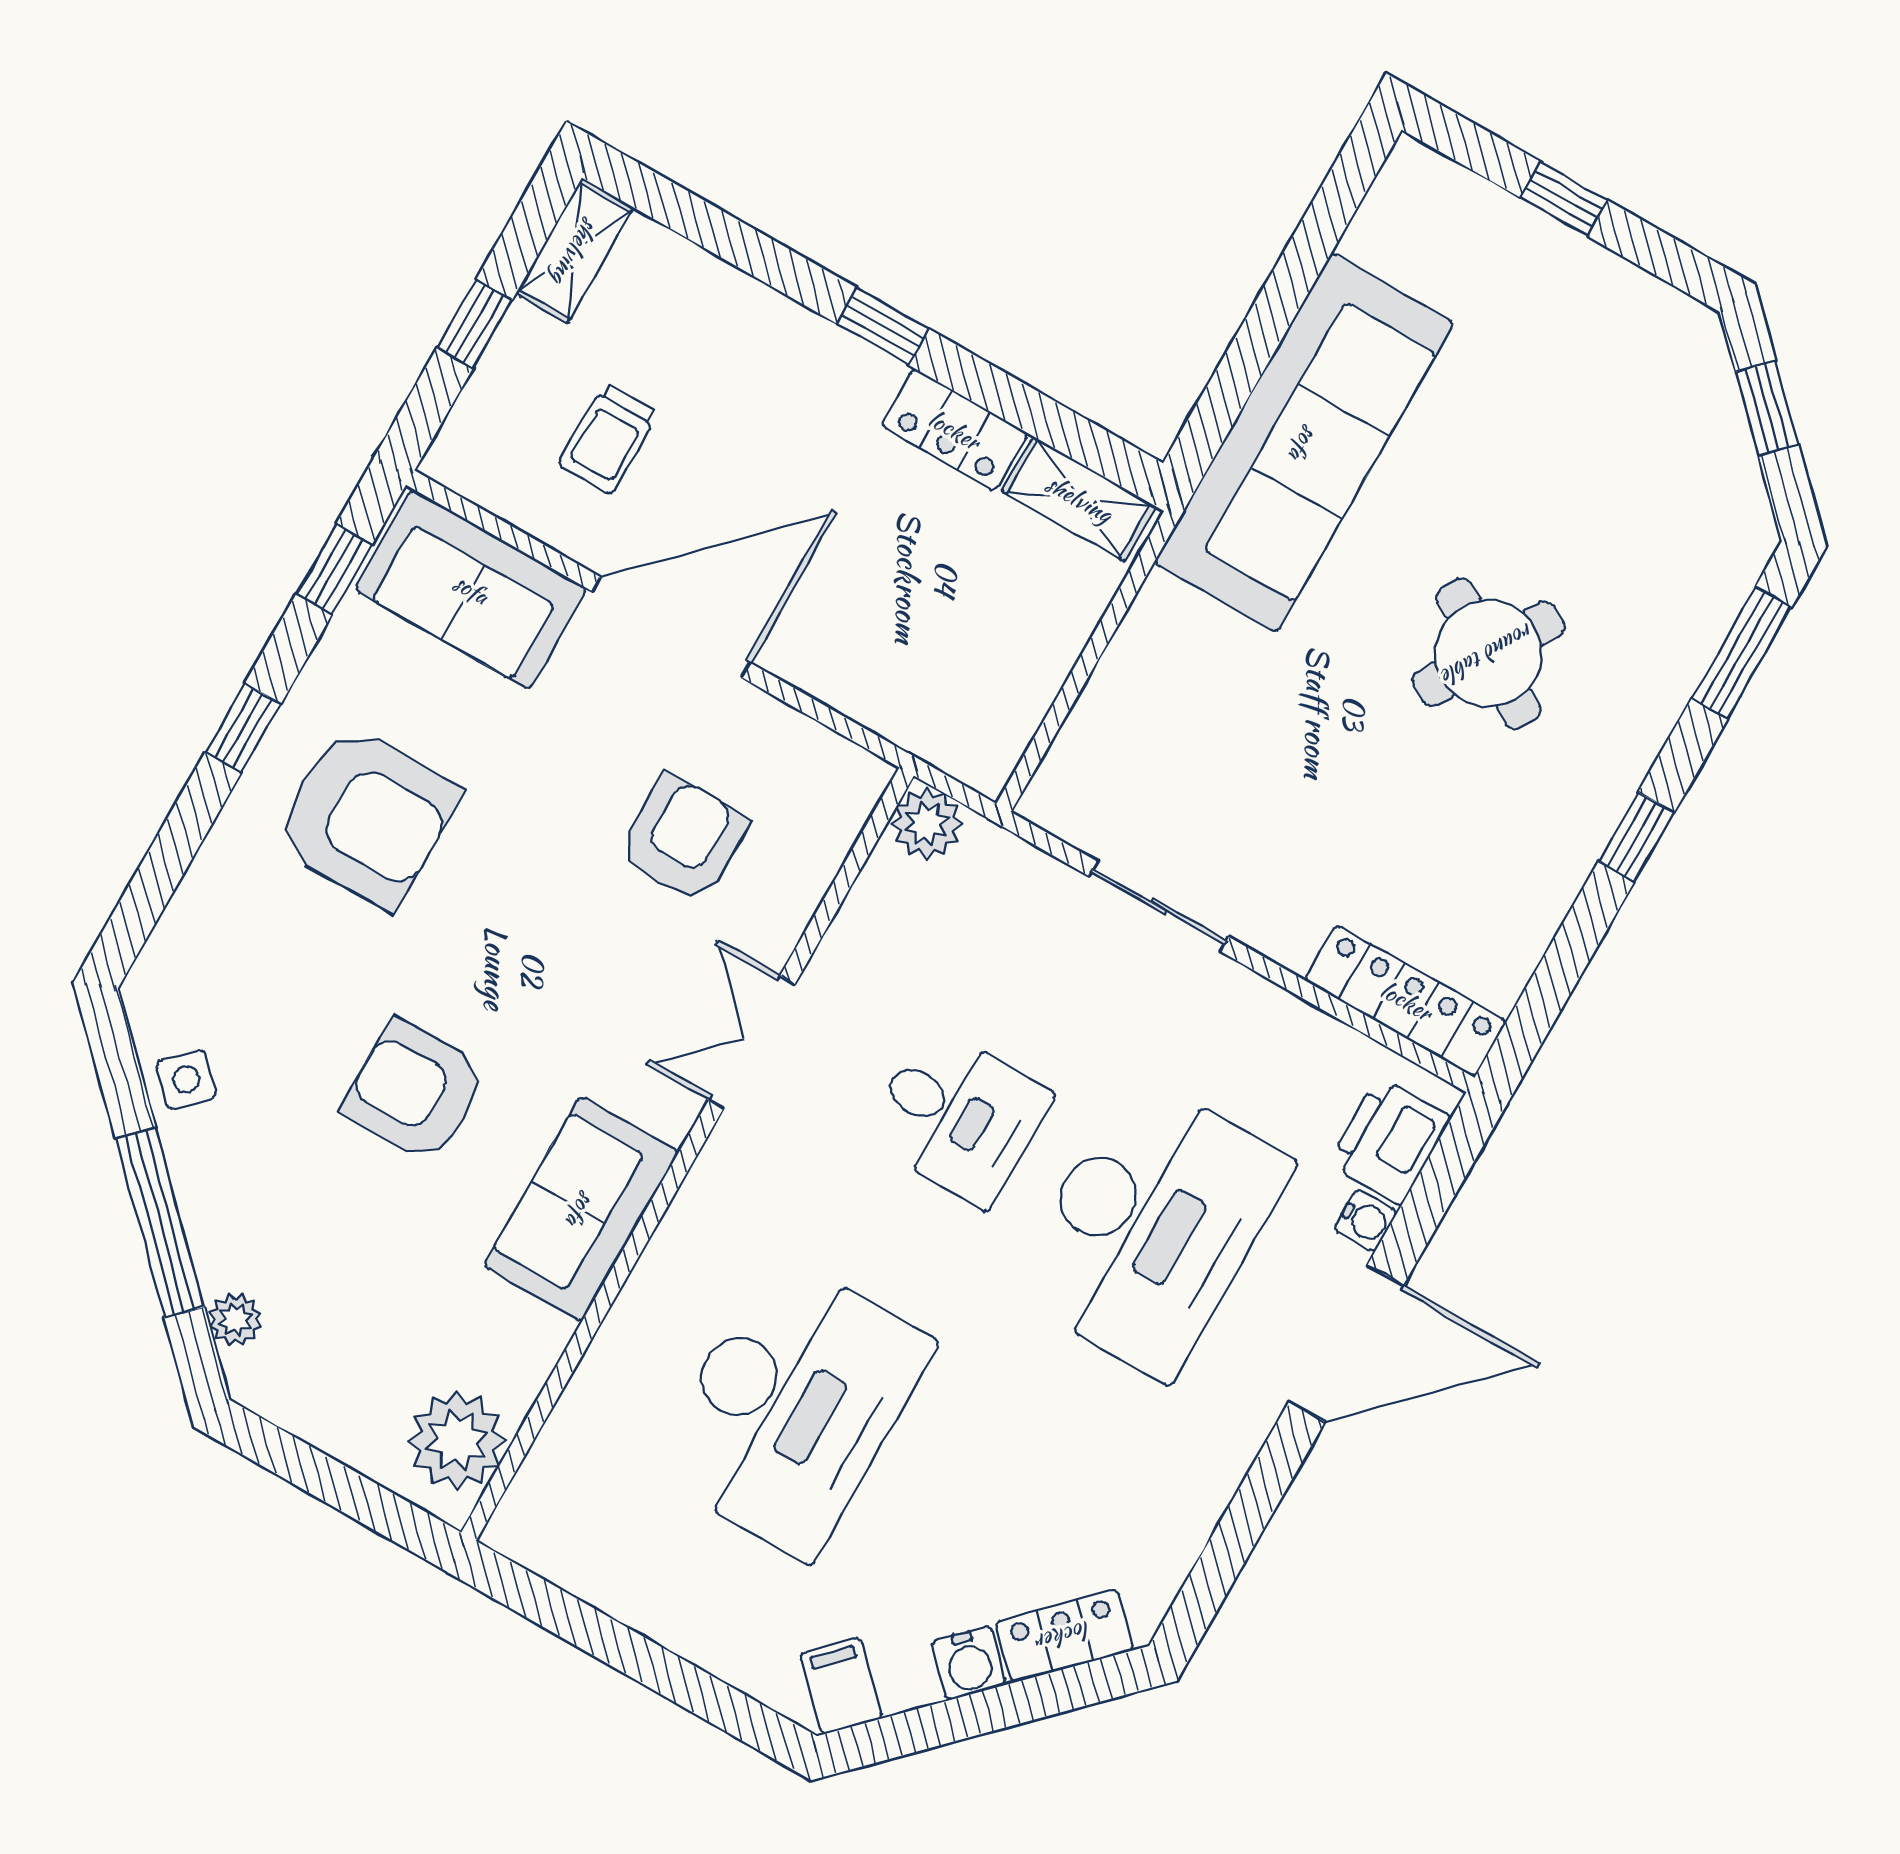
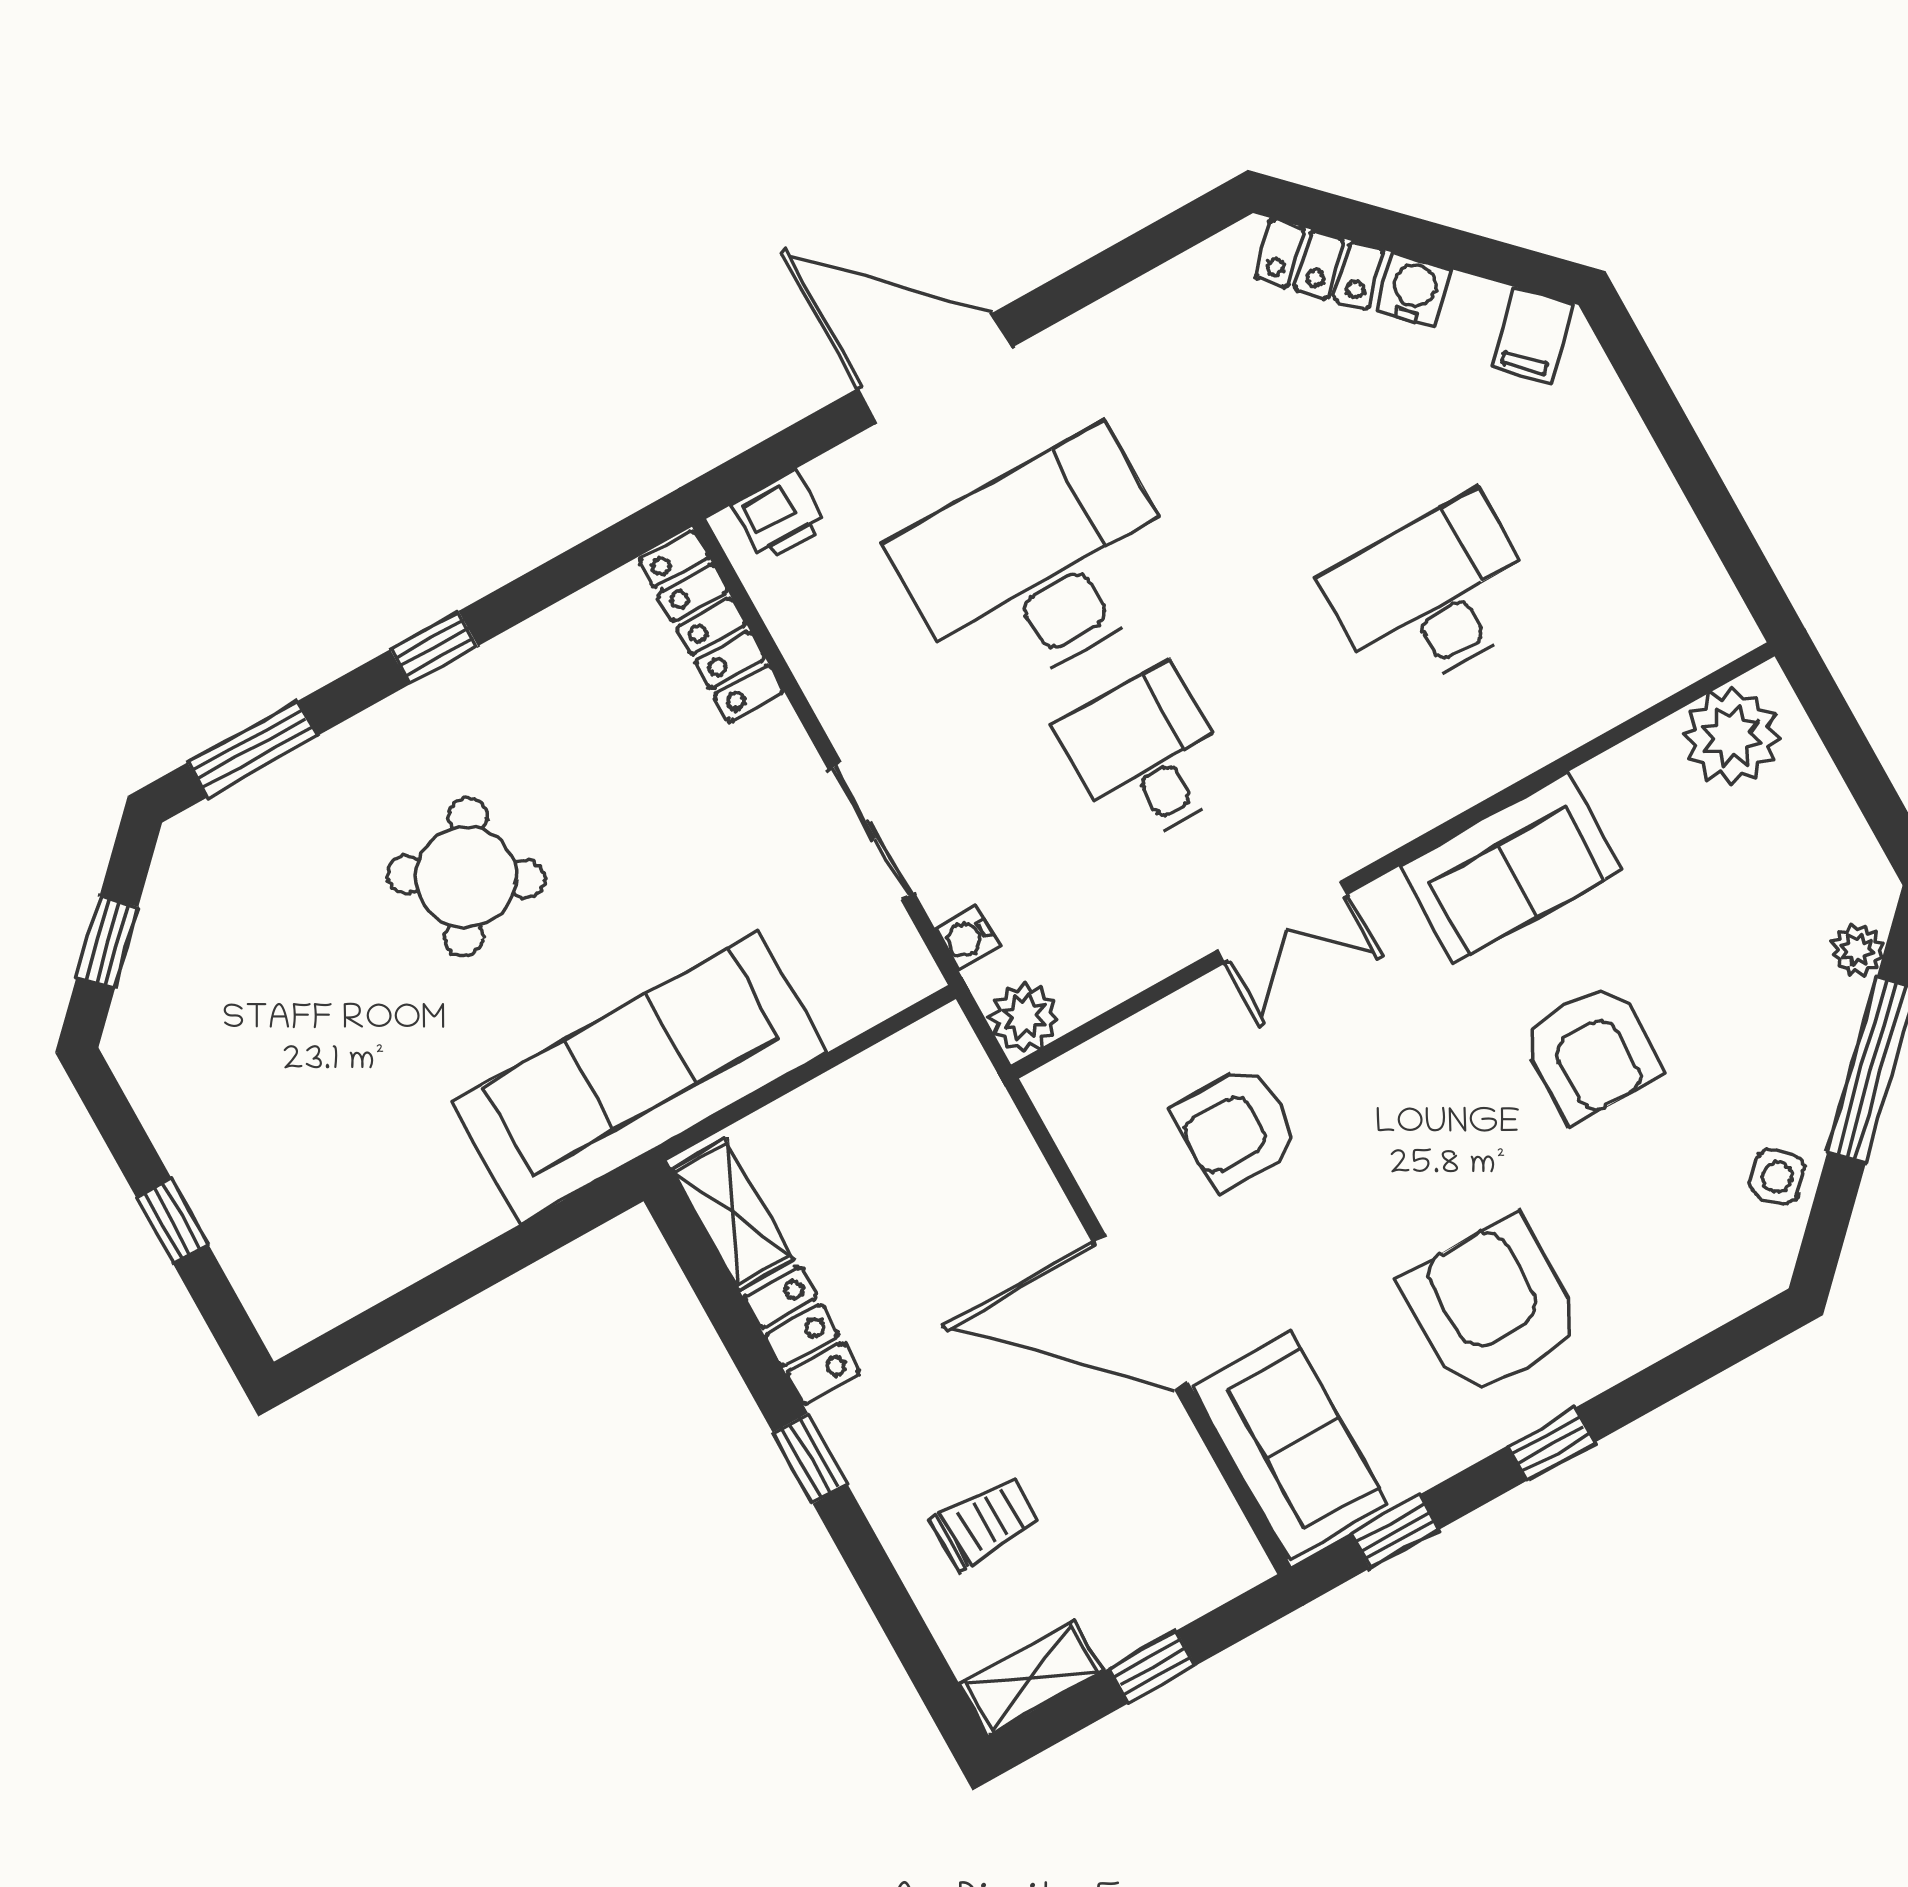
trolley: (608, 439) -> (985, 1523), moved
sofa: (1304, 443) -> (639, 1078), moved
printer: (1389, 1141) -> (780, 516), width x0.73, depth x0.81
water cooler: (1365, 1221) -> (967, 938), moved, turned -90
desk: (791, 1406) -> (1433, 596), width x0.73, depth x0.77

